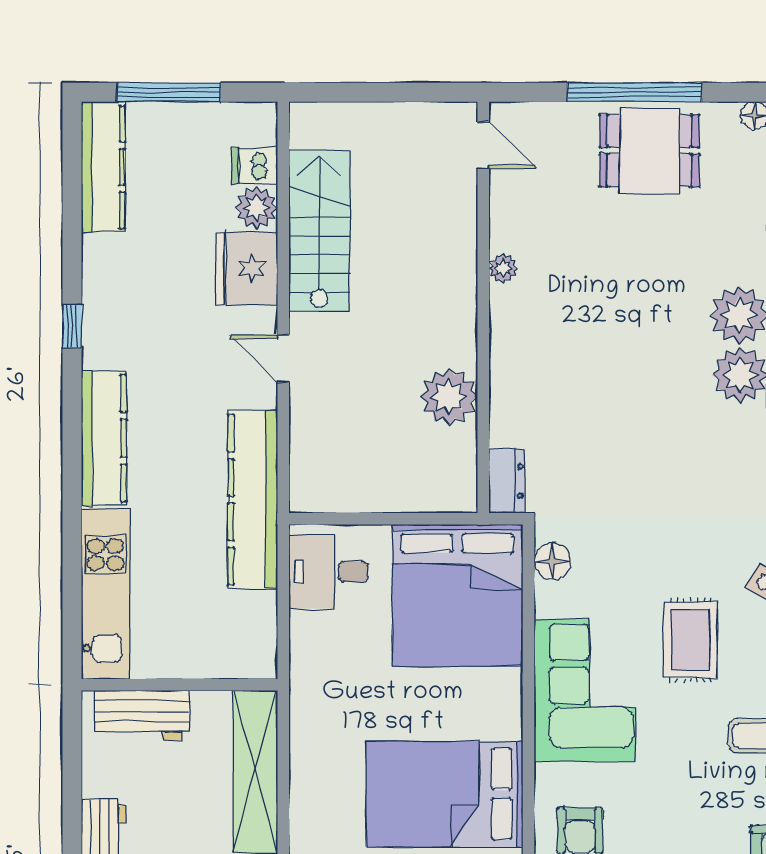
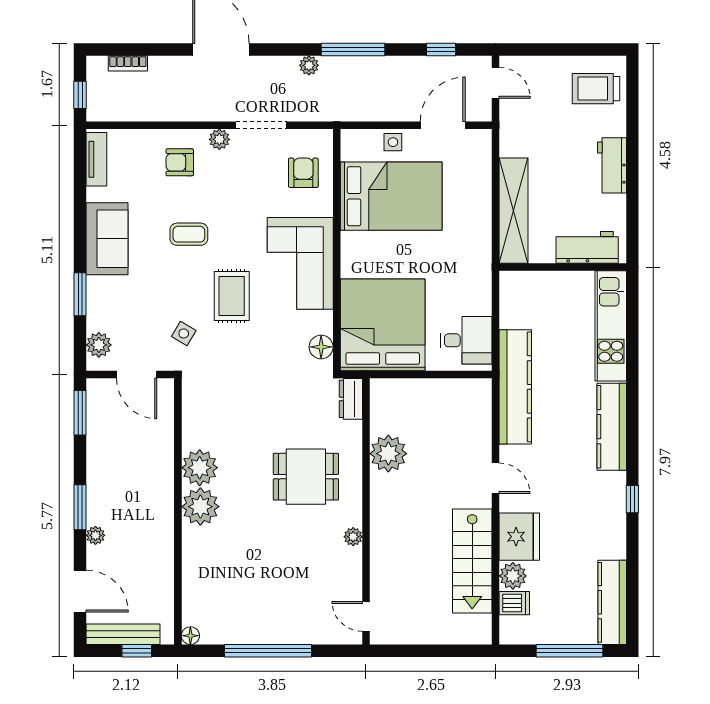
dining table: (650, 151) -> (306, 477), moved

